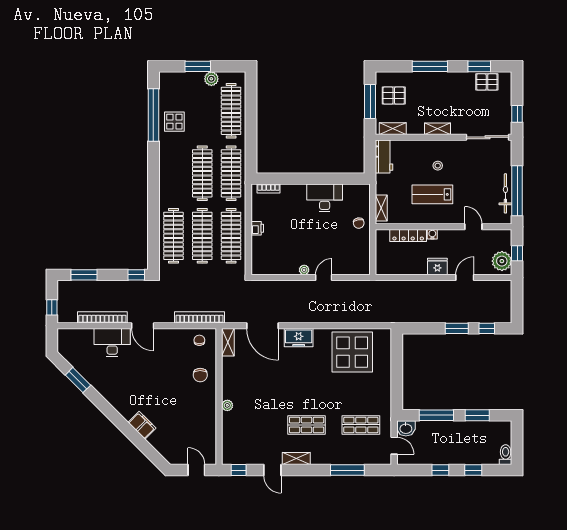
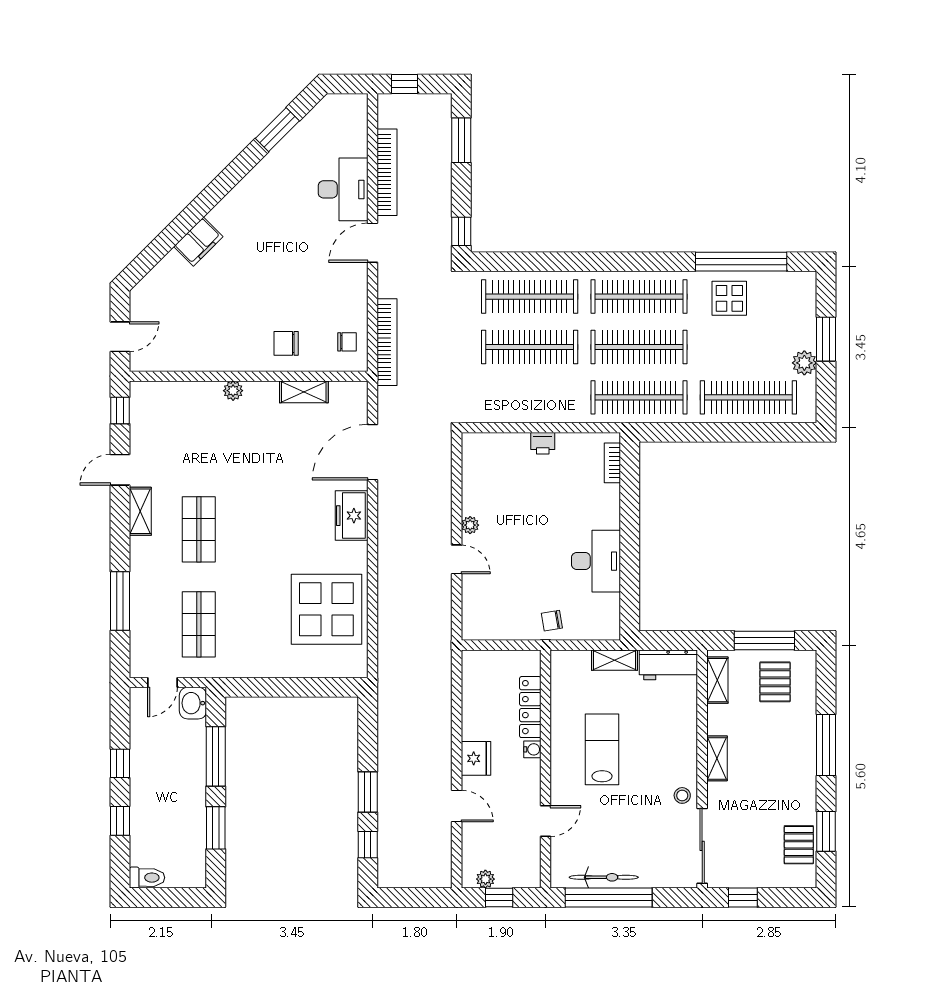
stool: (438, 166) -> (682, 795), moved
shelving: (381, 208) -> (615, 660), moved
clothes rail: (231, 236) -> (639, 297), moved
plant: (502, 261) -> (485, 879), width x0.53, depth x0.53
shelving: (228, 342) -> (304, 392), moved

